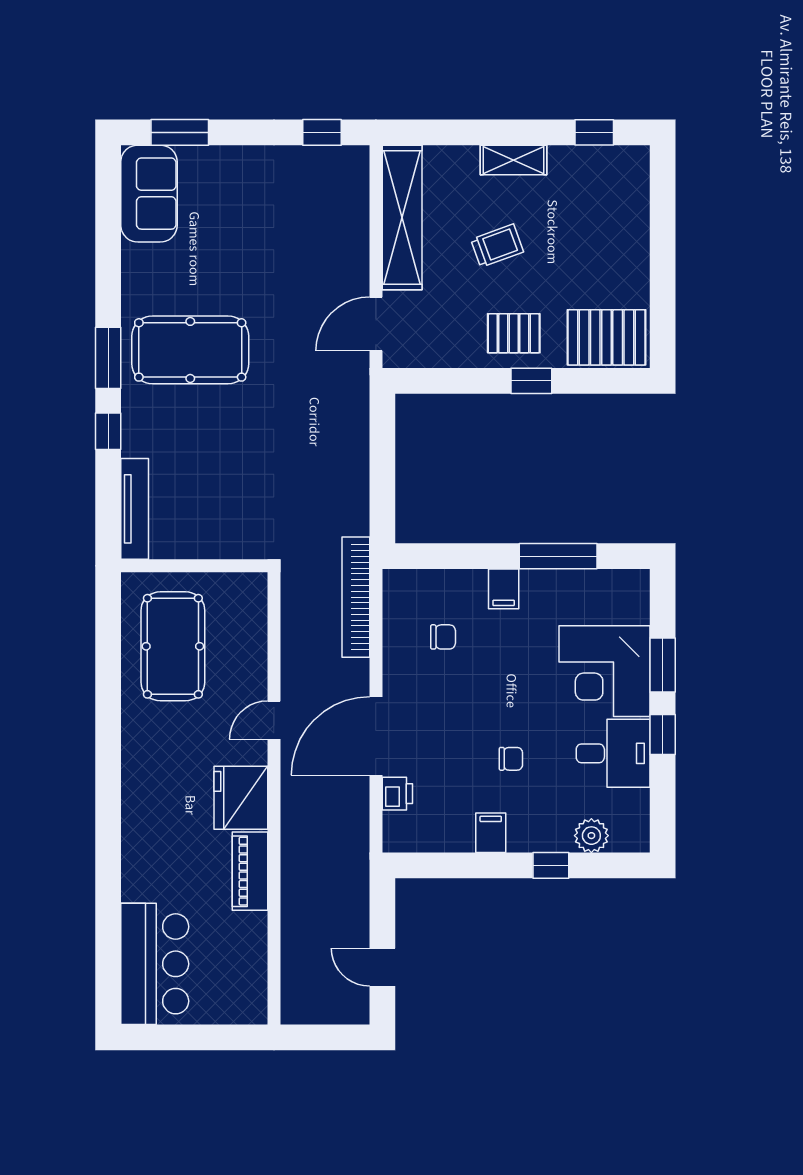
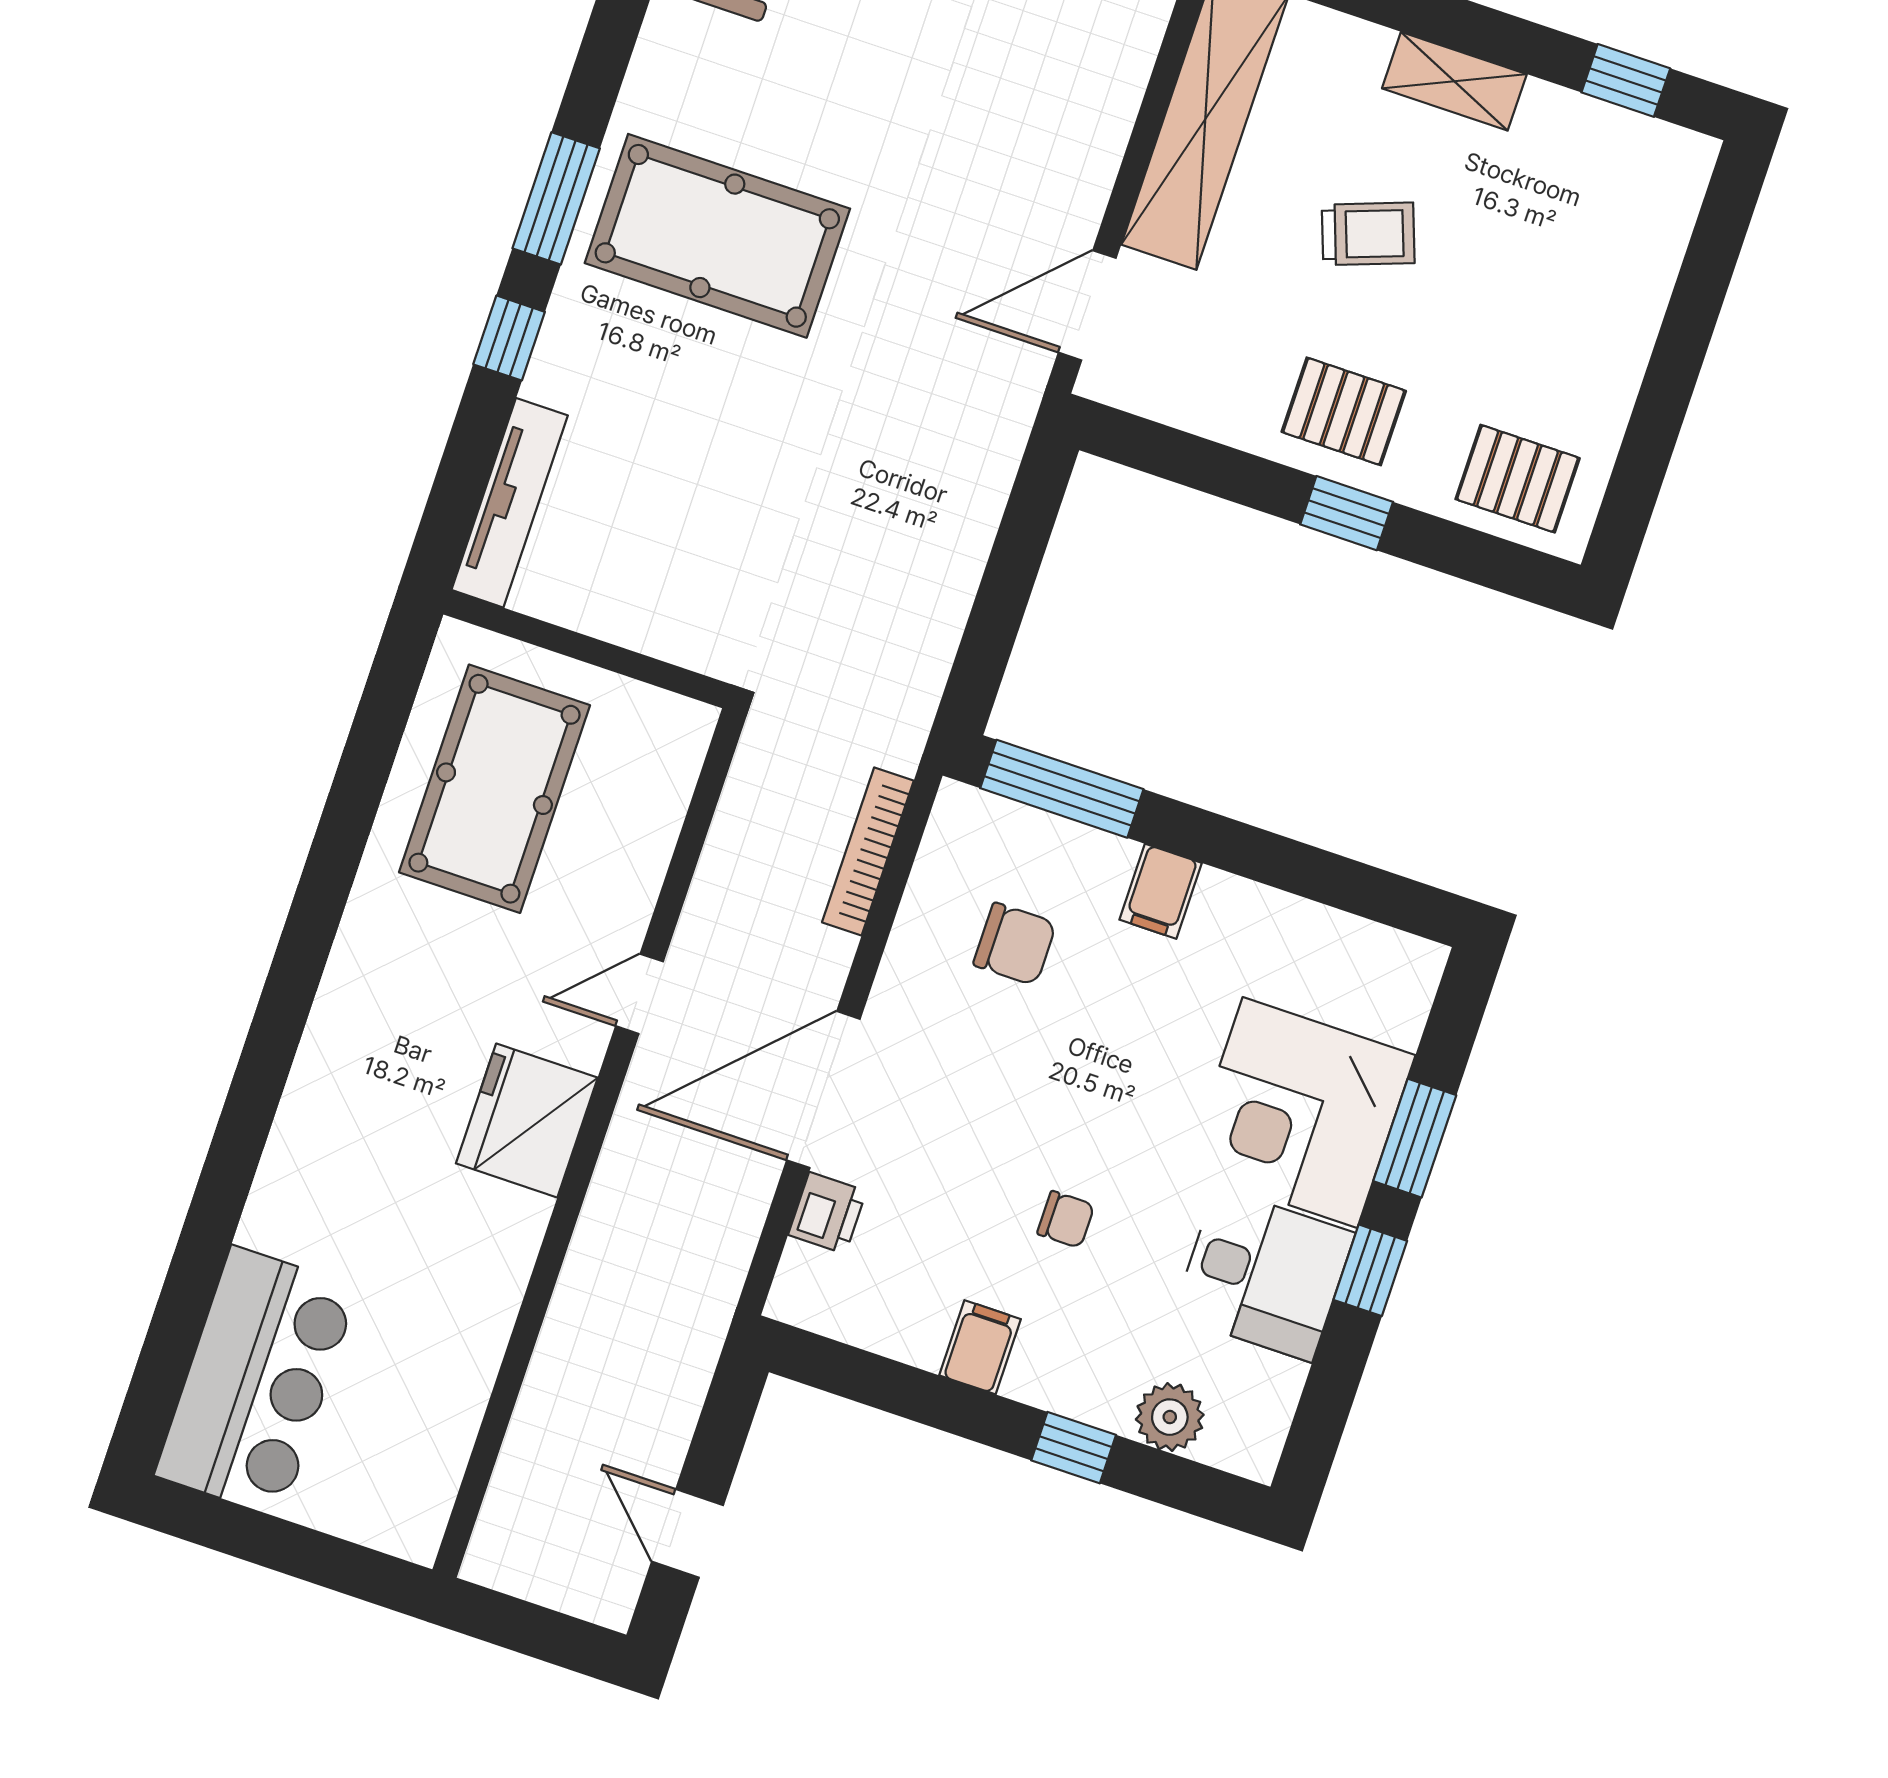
pallet: (606, 337) -> (1518, 479), width x0.67, depth x0.71
window: (558, 556) -> (1062, 789), moved
bookcase: (356, 597) -> (868, 852), width x0.68, depth x0.76
chair: (443, 637) -> (1015, 944), width x1.37, depth x1.37
piano: (250, 871) -> (497, 1266), removed

